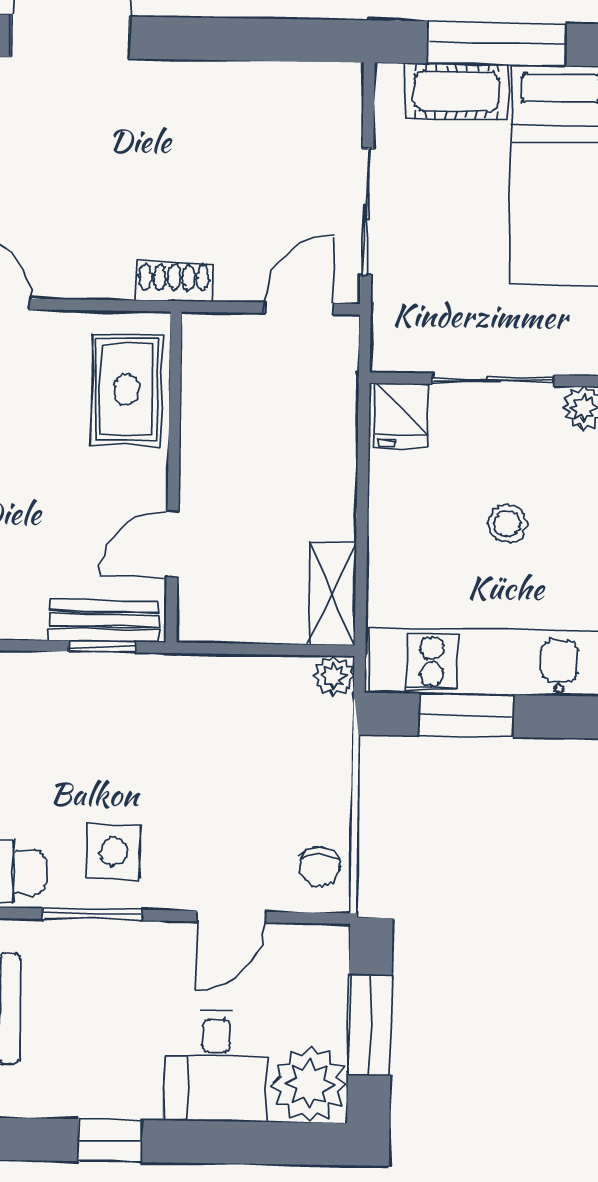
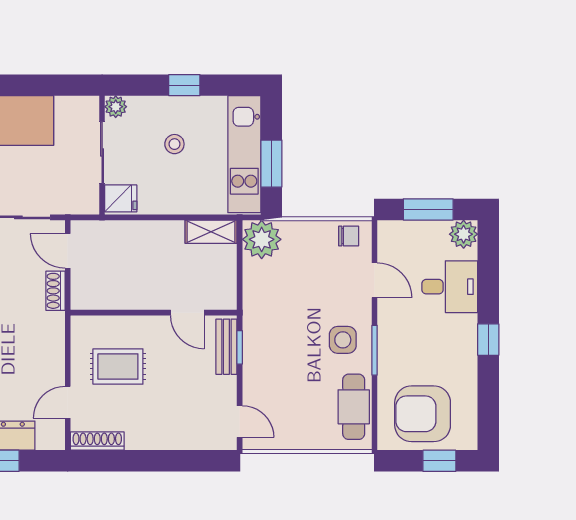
shoe rack: (174, 282) -> (55, 291), moved
rug: (127, 389) -> (118, 366), moved
plant: (334, 676) -> (262, 239), width x1.88, depth x1.88
plant: (309, 1084) -> (464, 234), width x0.73, depth x0.73

